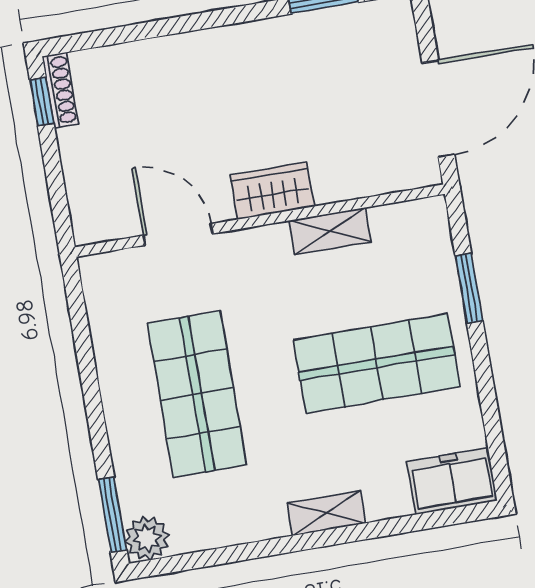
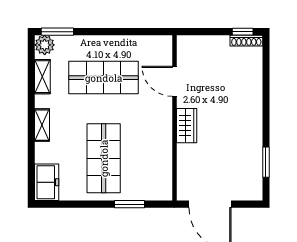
shelving: (330, 231) -> (42, 77), moved
door: (178, 235) -> (175, 81), swing flipped

